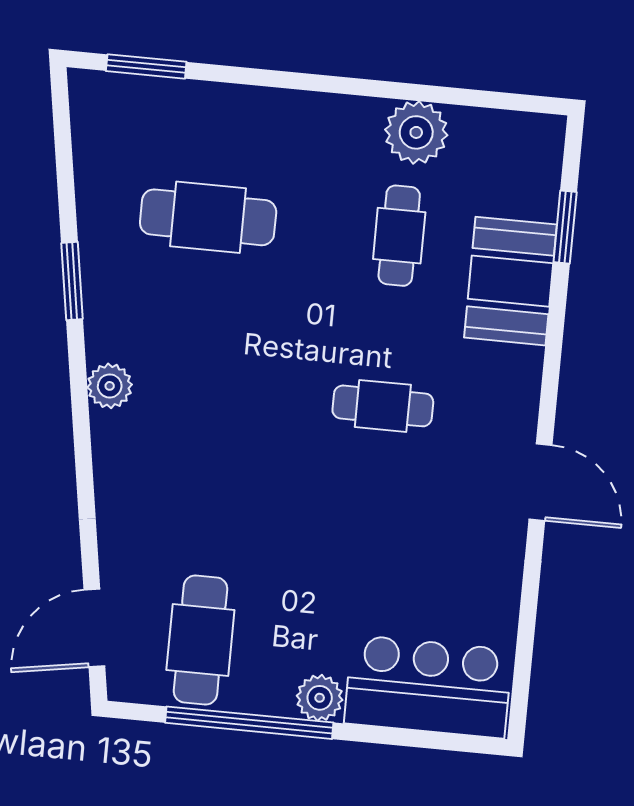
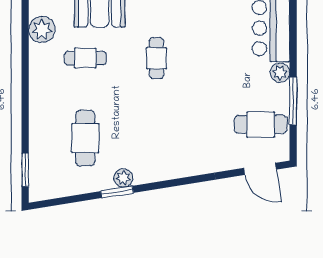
plant: (416, 132) -> (42, 30), moved
plant: (110, 386) -> (123, 178), moved
window: (249, 723) -> (293, 101), width x0.68

